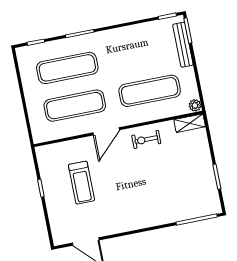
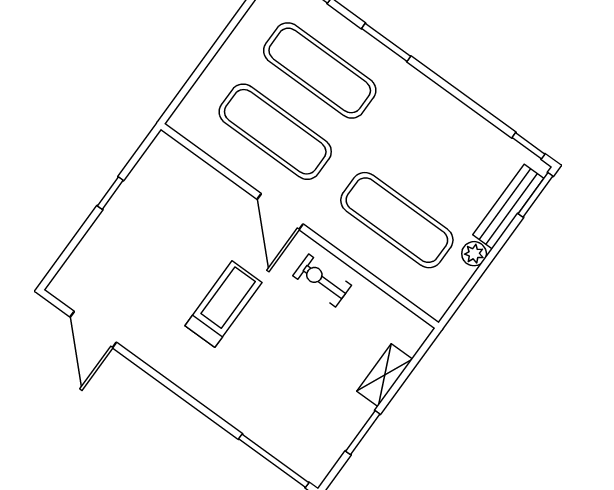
plant: (195, 105) -> (474, 254), moved
shelving: (190, 123) -> (385, 375), moved, turned 90
door: (106, 131) -> (280, 212), hinge flipped
treadmill: (81, 183) -> (223, 304), moved, turned 180

